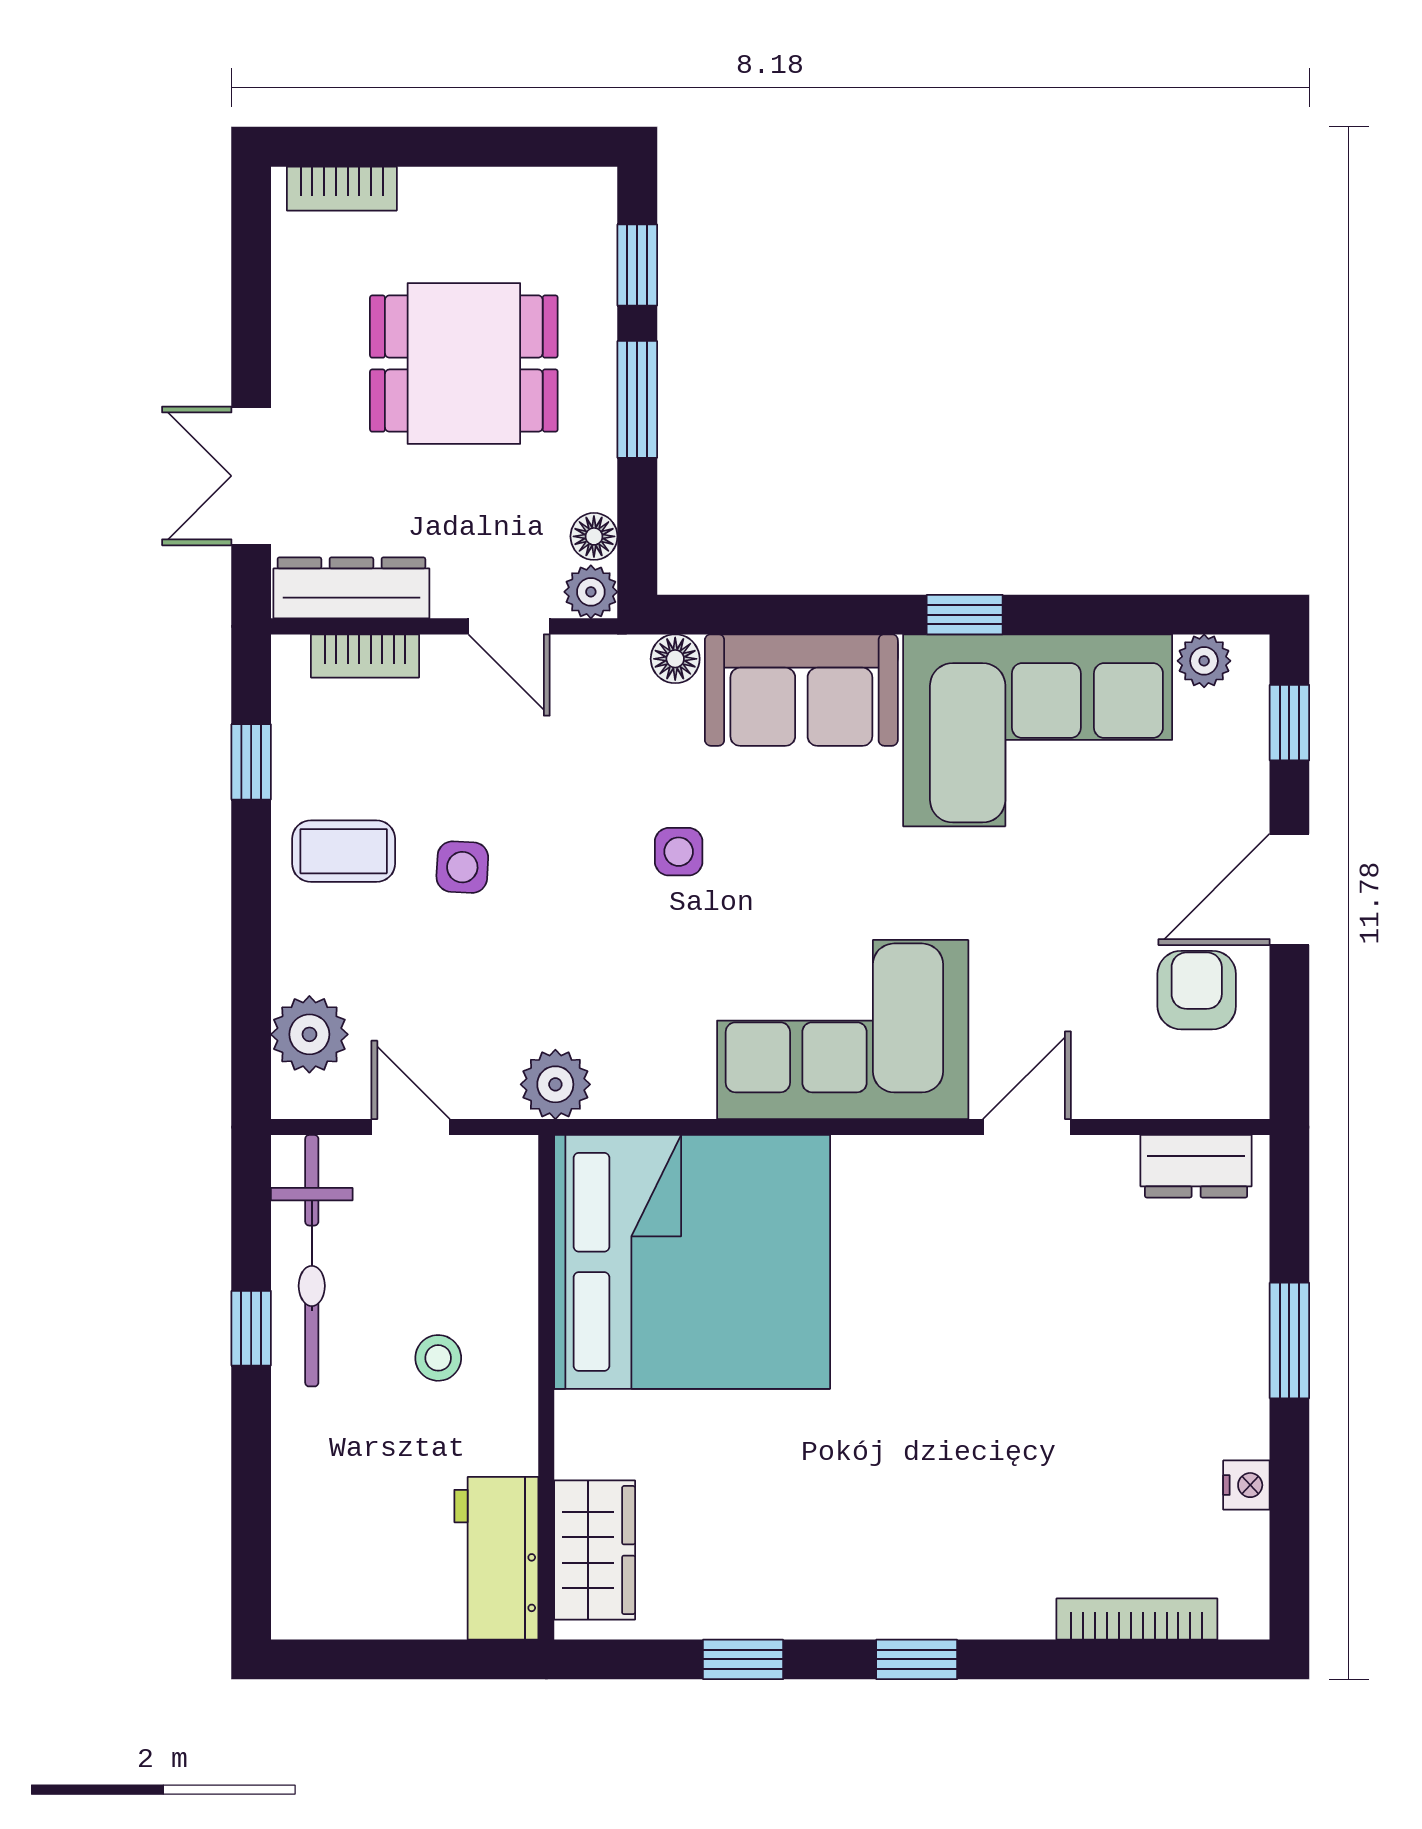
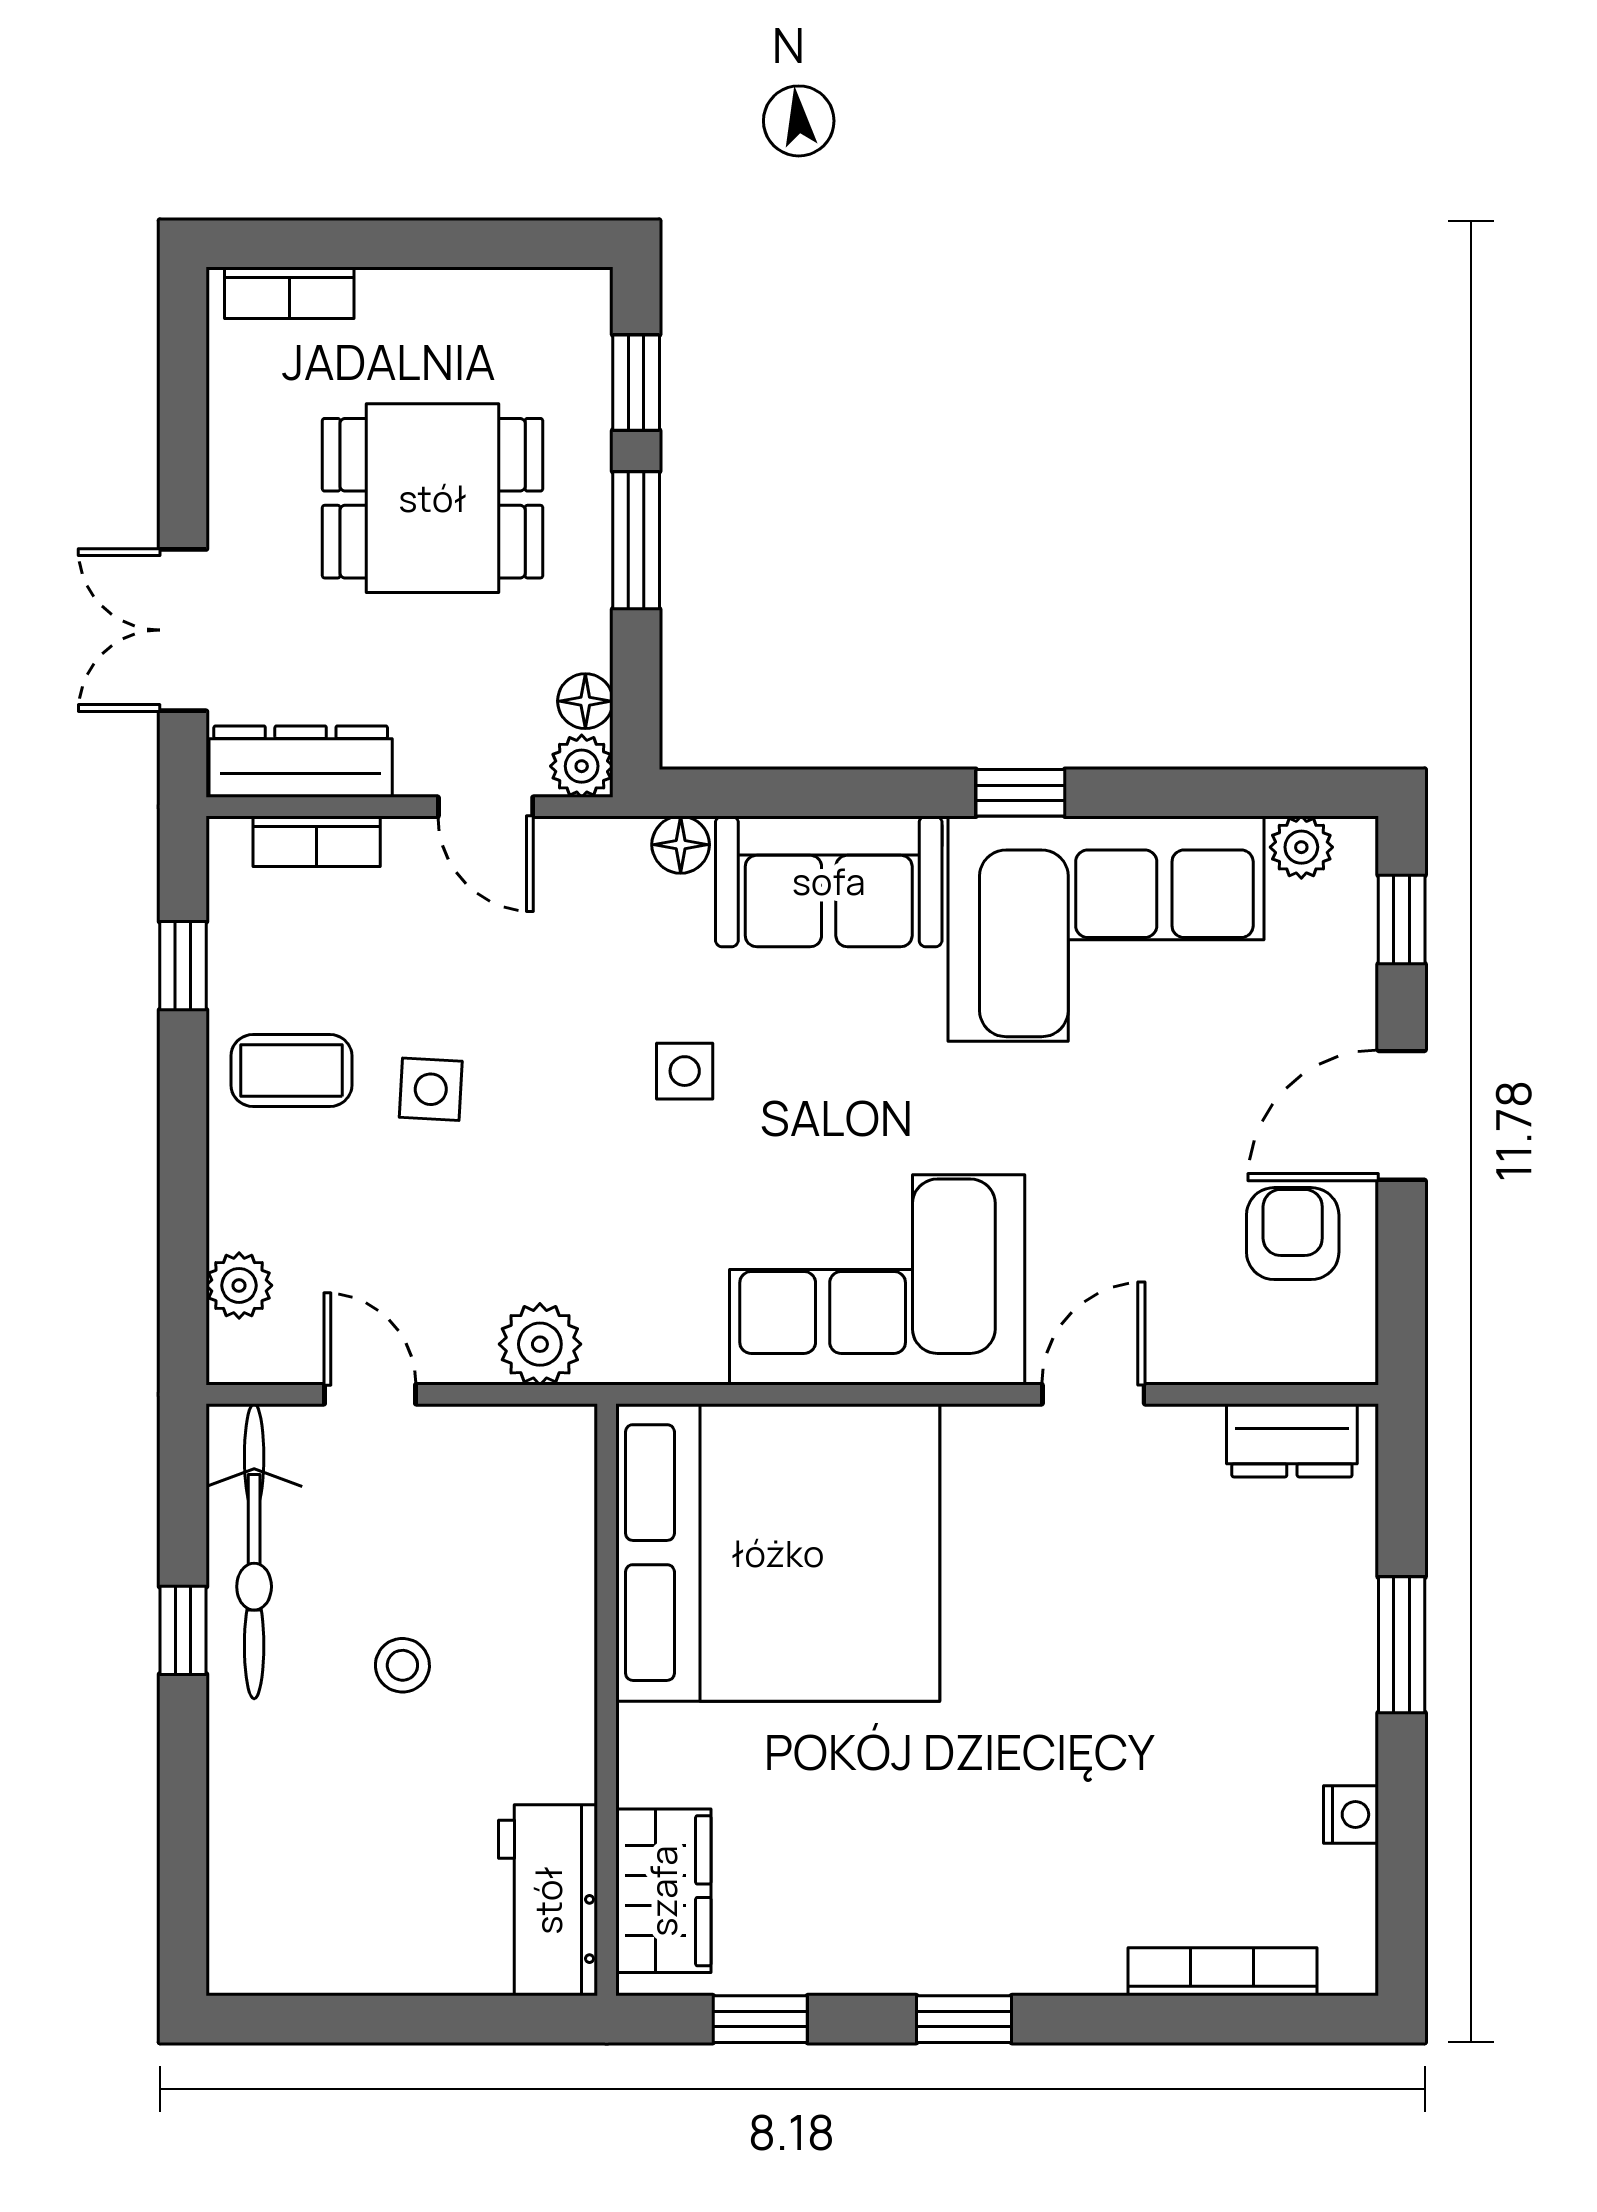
plant: (309, 1034) -> (239, 1285), width x0.73, depth x0.73
bed: (692, 1262) -> (778, 1553), moved
wall: (546, 1387) -> (607, 1700), moved
wardrobe: (595, 1550) -> (663, 1891), moved
workbench: (496, 1558) -> (548, 1900), moved

